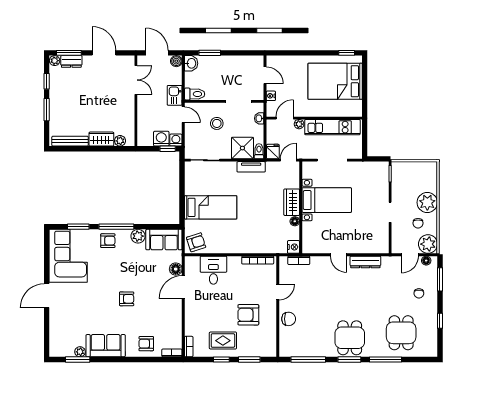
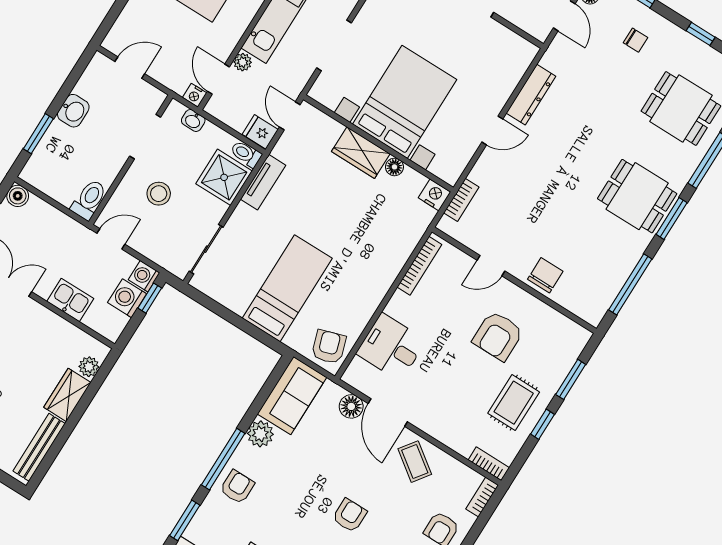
washbasin: (191, 63) -> (73, 111), moved, turned 90
kitchen sink: (175, 95) -> (70, 300), moved, turned 180
nightstand: (271, 96) -> (195, 95), moved
bed with nightstands: (327, 200) -> (405, 102), width x1.36
door: (278, 292) -> (491, 266), swing flipped
coffee table: (169, 313) -> (415, 462), added

